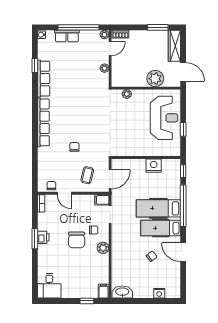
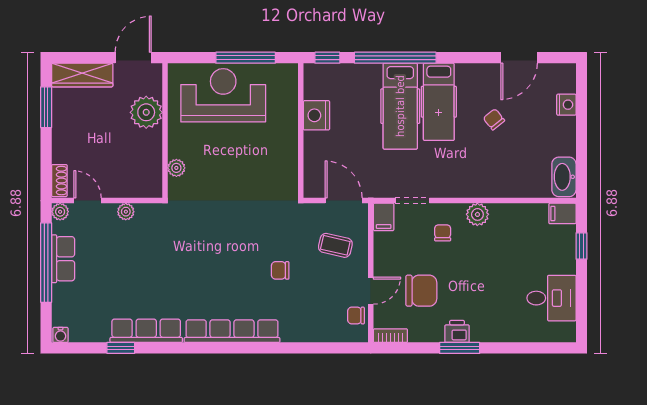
row of seats: (67, 36) -> (63, 259), moved
window: (183, 129) -> (246, 58), width x2.17
chair: (77, 240) -> (421, 291), moved
door: (183, 252) -> (519, 58), moved
desk: (49, 286) -> (551, 298), moved

